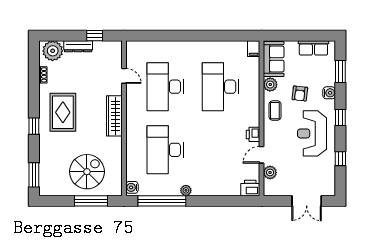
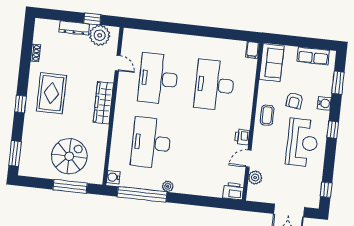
plant: (53, 51) -> (100, 35), moved
plant: (270, 85) -> (265, 88), removed
reception desk: (312, 133) -> (302, 143), turned 180
window: (340, 159) -> (326, 190), moved

